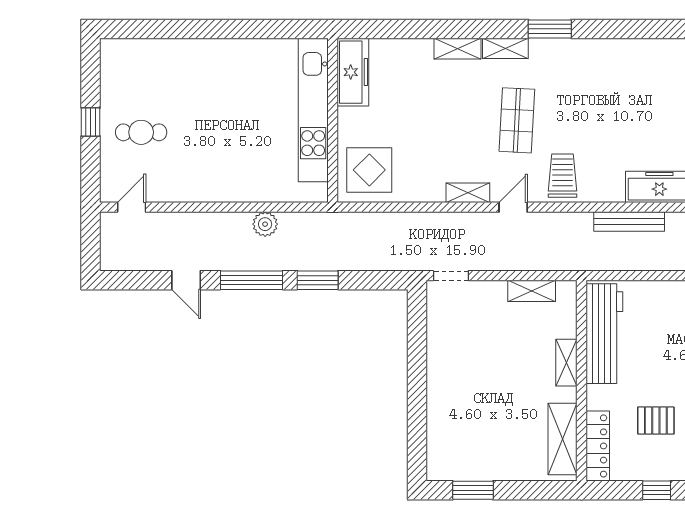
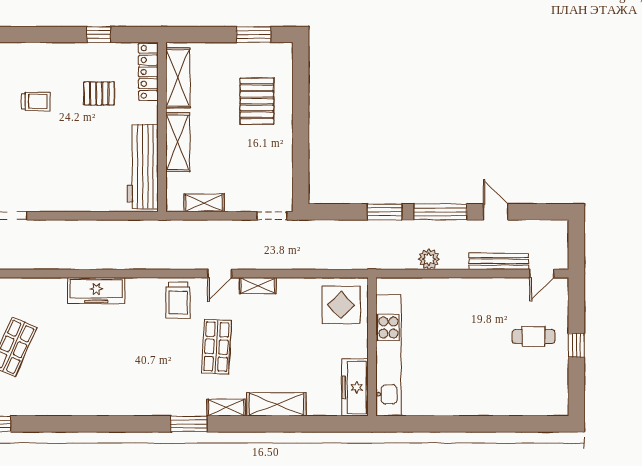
shelving: (457, 49) -> (276, 404), width x1.50, depth x1.33
bench: (629, 221) -> (499, 261), moved
shelving: (566, 363) -> (178, 142), width x1.50, depth x1.33
pallet: (469, 411) -> (257, 101), added

